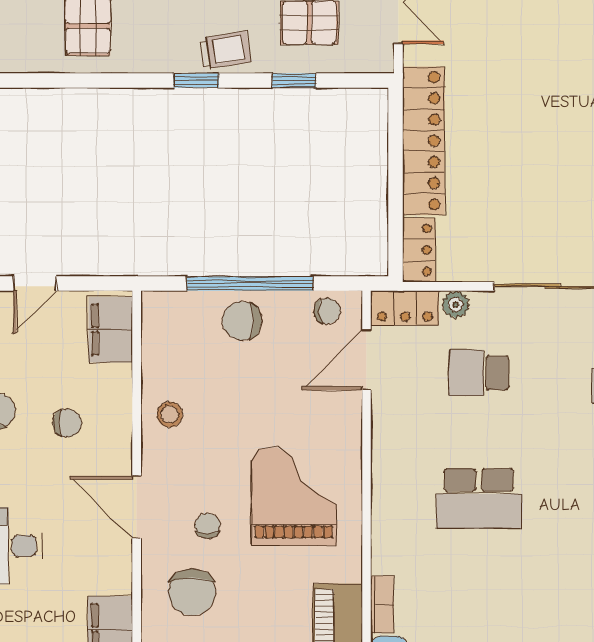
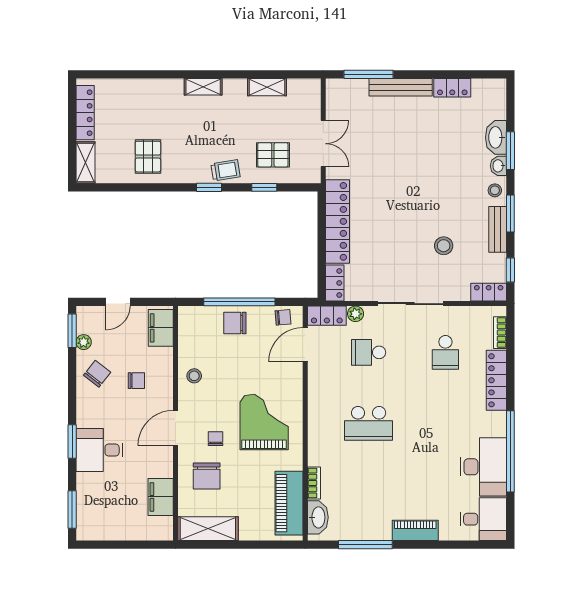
door: (137, 507) -> (175, 428), hinge flipped

